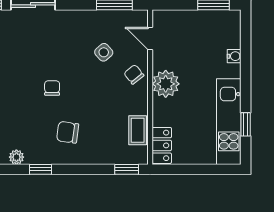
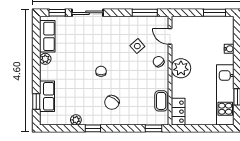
chair: (68, 132) -> (112, 102), turned -66

